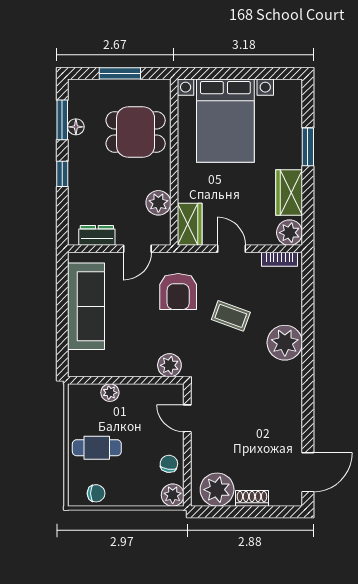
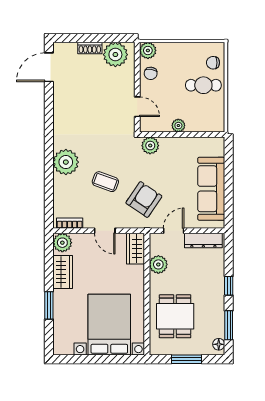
floor lamp: (76, 127) -> (219, 344), moved
dining table: (136, 132) -> (175, 316), turned 90
dresser: (97, 235) -> (203, 241), width x1.44
armchair: (178, 292) -> (144, 199), turned 34
plant: (110, 393) -> (178, 126), moved
chair: (96, 493) -> (213, 63), moved

